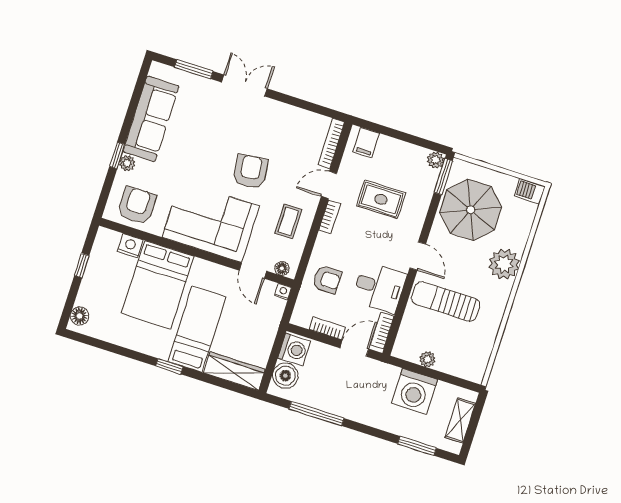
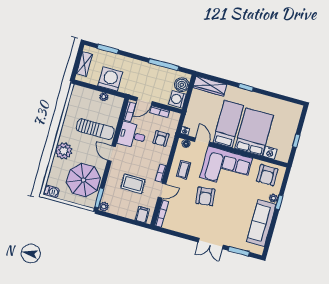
armchair: (327, 279) -> (161, 139), turned -90
floor lamp: (80, 316) -> (296, 113), removed
bed: (197, 329) -> (228, 124), moved, turned 180

